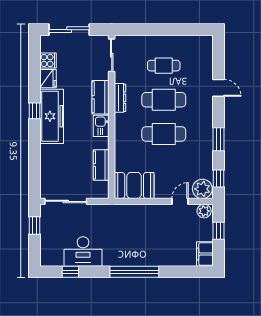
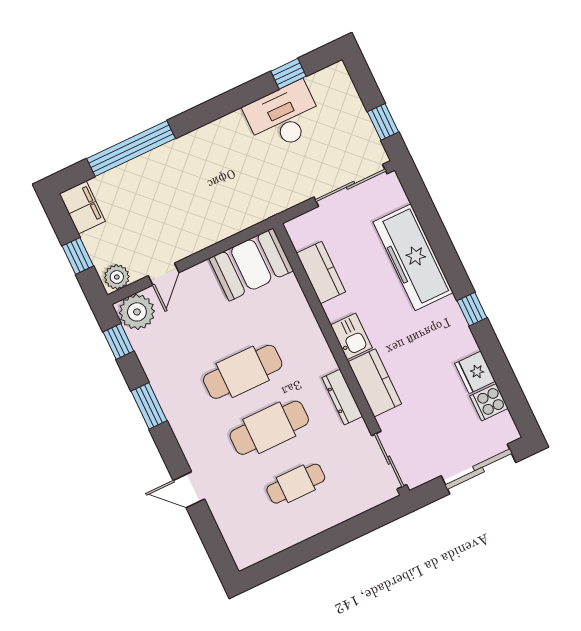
freezer: (52, 116) -> (413, 257), moved
window: (134, 272) -> (131, 149), moved

